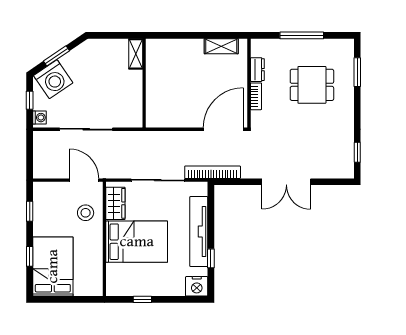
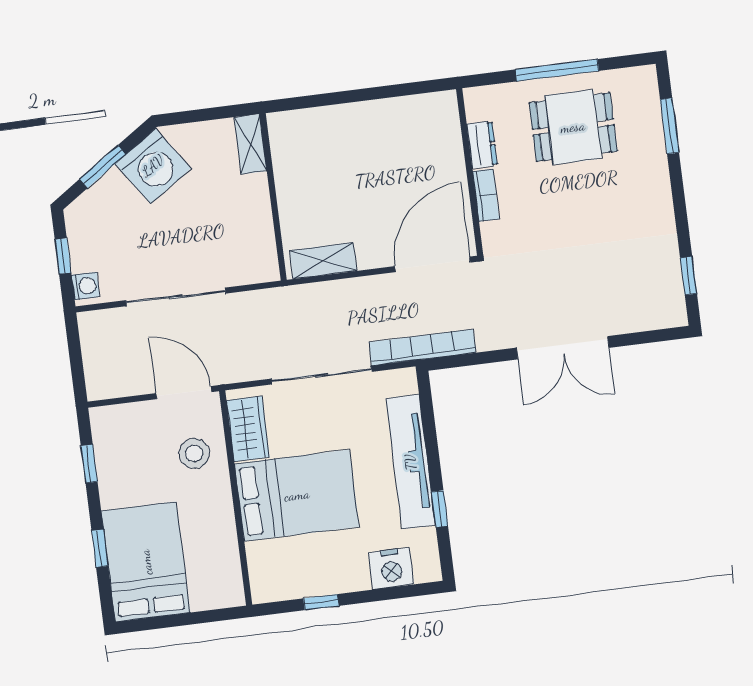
shelving: (221, 46) -> (323, 261), moved
washing machine: (53, 79) -> (153, 166), moved
dining table: (312, 85) -> (573, 127), moved
nightstand: (197, 286) -> (391, 568), moved

